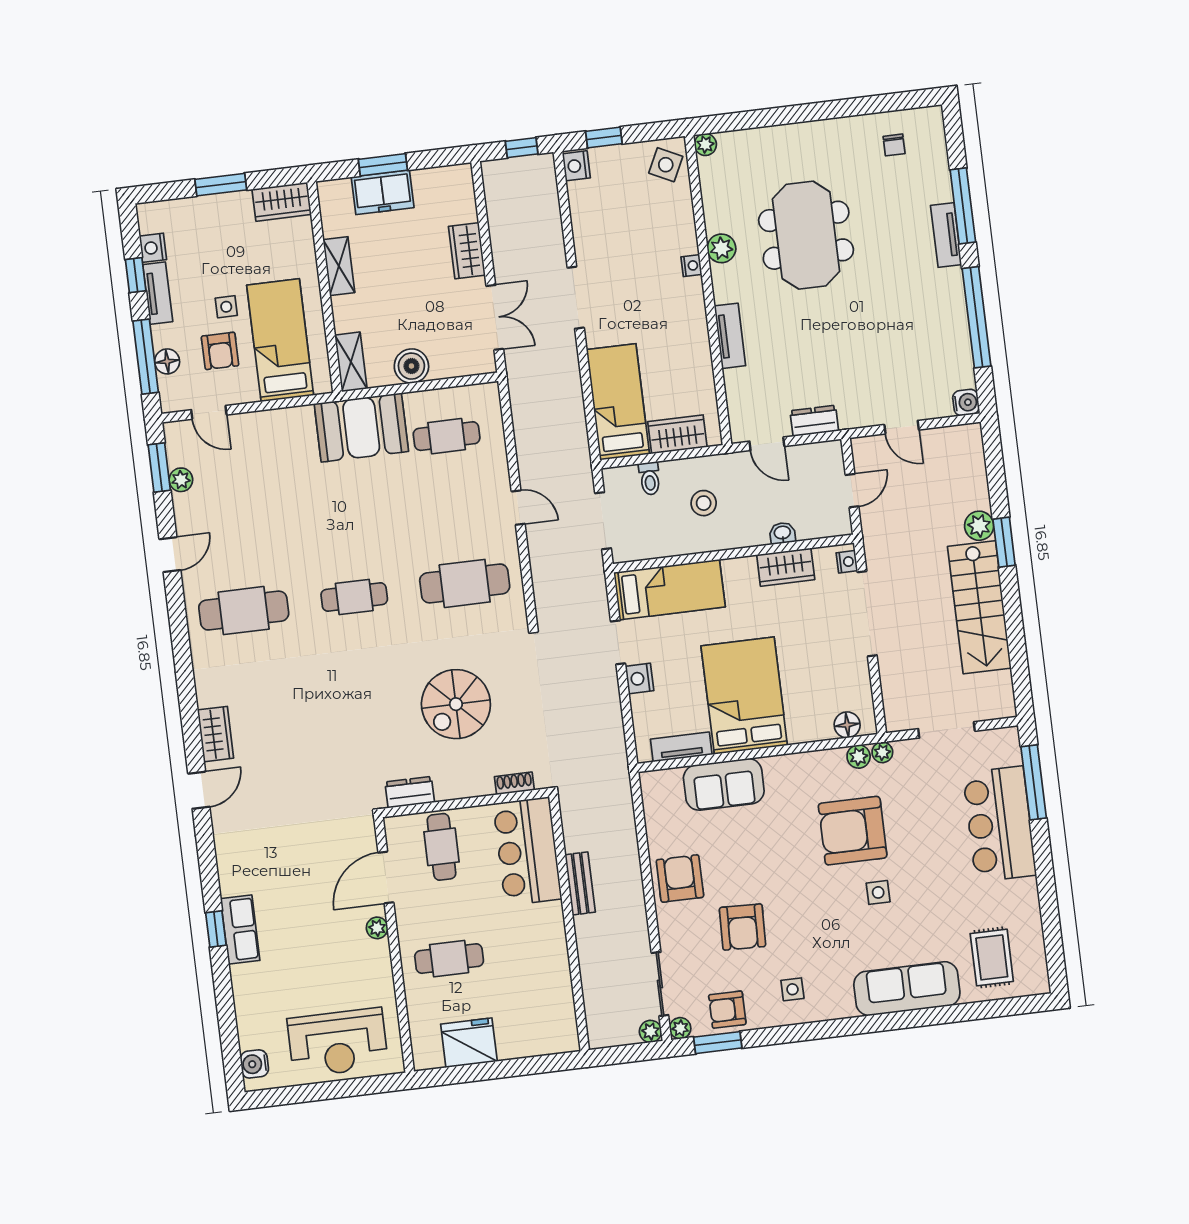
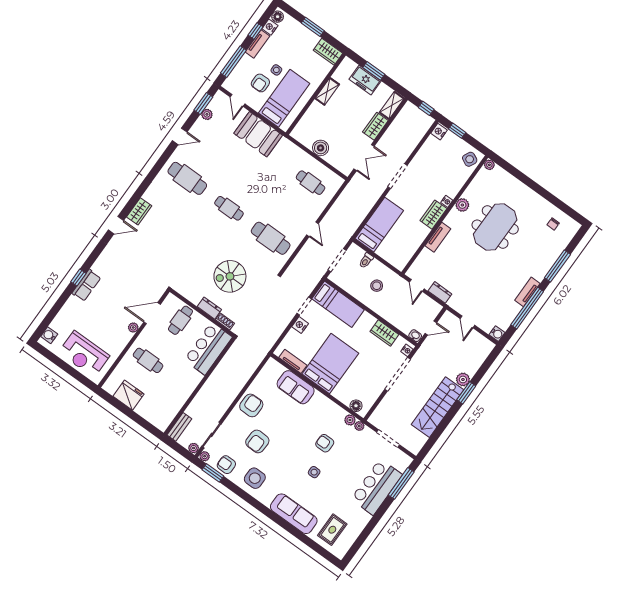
tv unit: (946, 235) -> (527, 292), moved
floor lamp: (167, 361) -> (278, 17), moved
shelving: (351, 362) -> (392, 105), moved
booth: (361, 428) -> (258, 134), moved
wardrobe: (677, 434) -> (433, 215), moved, turned -90
washbasin: (782, 533) -> (415, 336), moved
dresser: (410, 792) -> (209, 308), moved
armchair: (853, 831) -> (325, 443), width x0.53, depth x0.53
bench: (580, 883) -> (179, 427), moved
side table: (792, 989) -> (255, 478), width x1.87, depth x1.87

